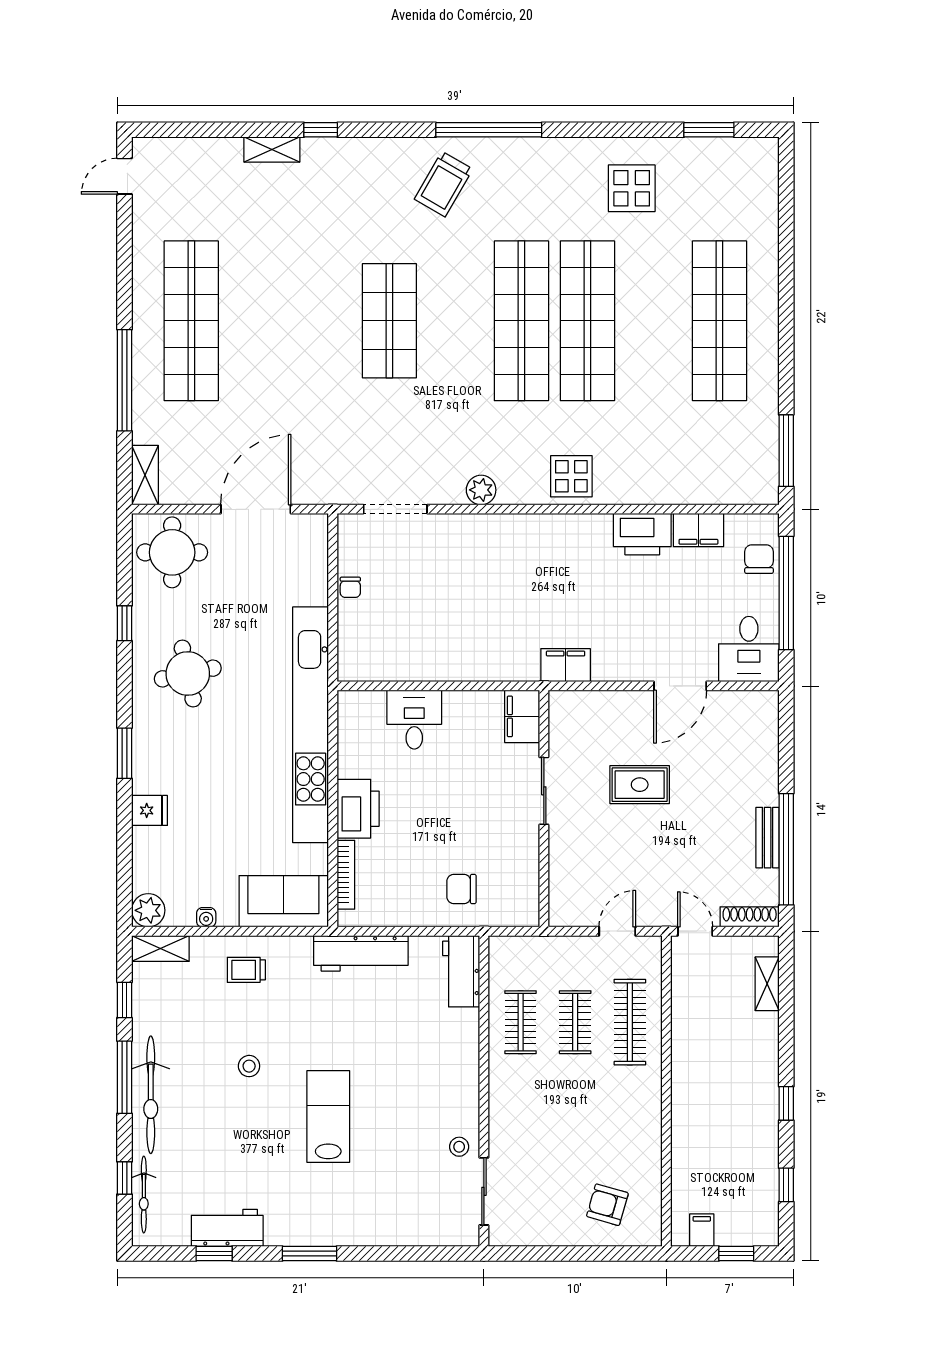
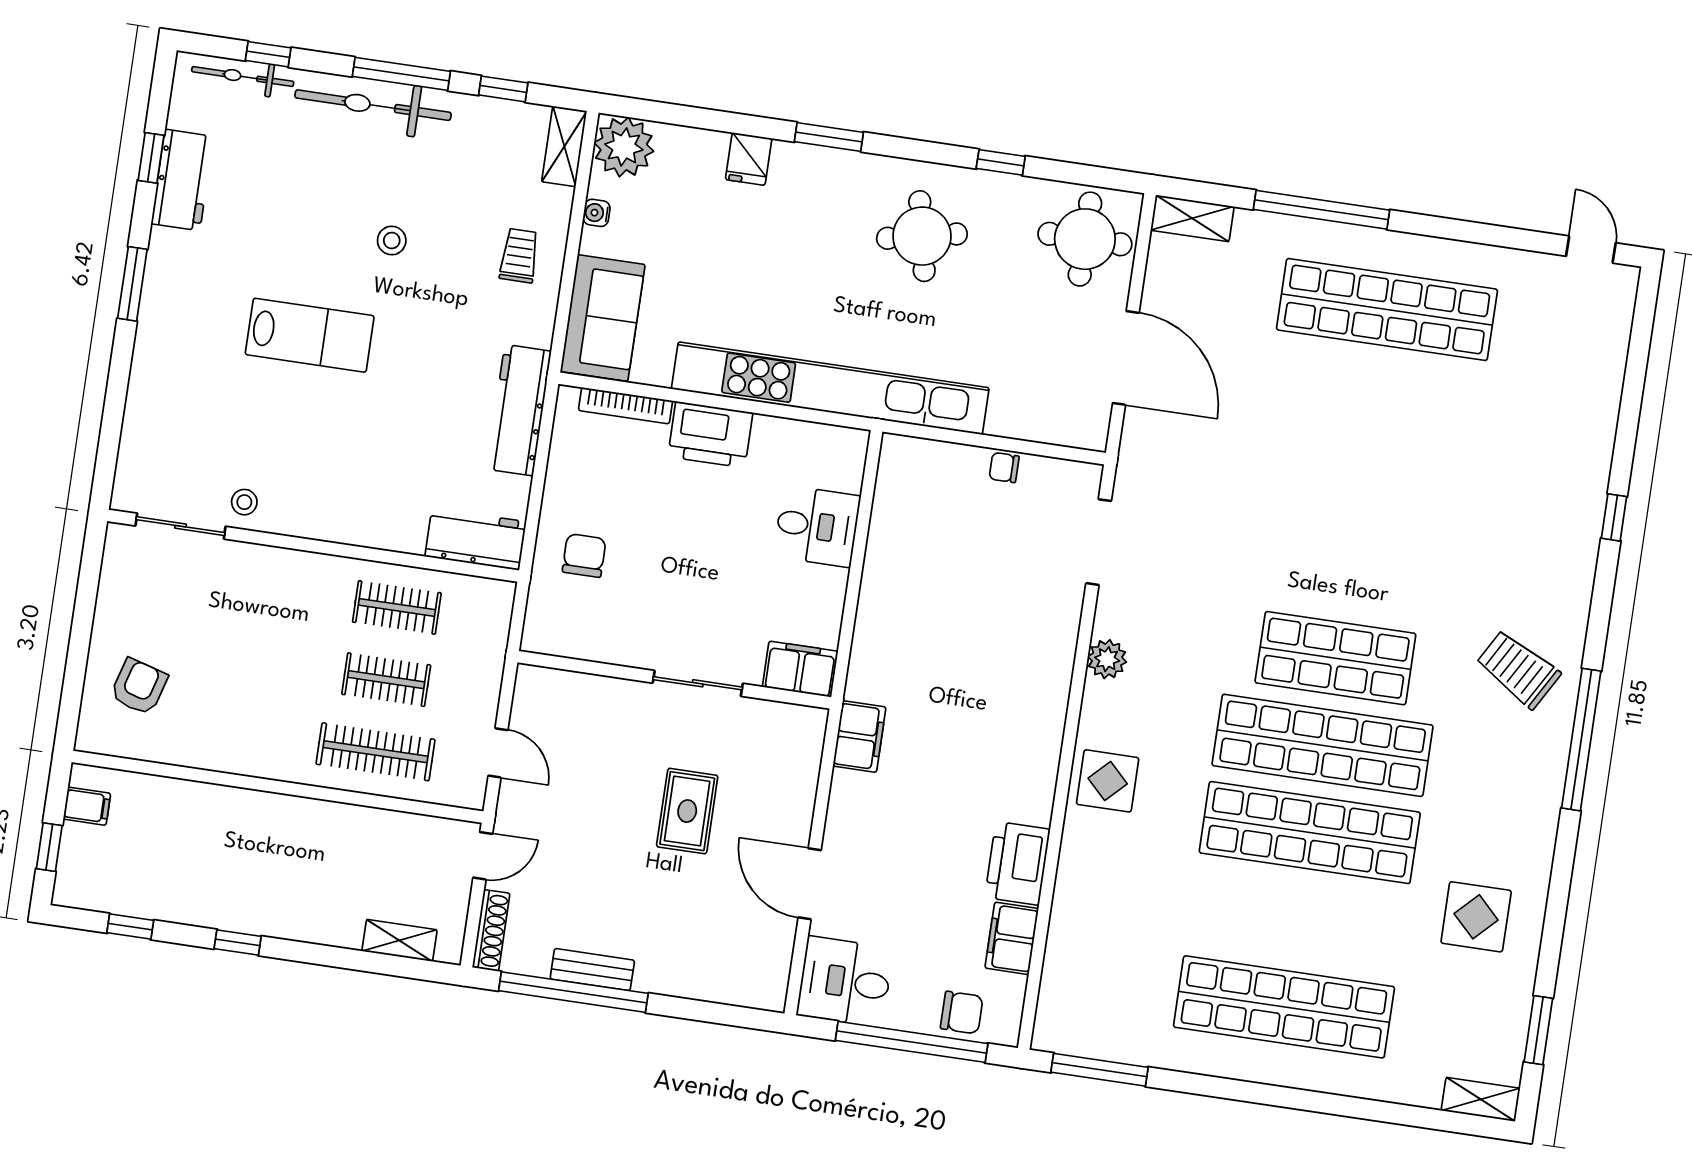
shelving: (272, 149) -> (1481, 1099), moved, turned 90
shop shelf: (389, 321) -> (1335, 658), moved
plant: (148, 910) -> (624, 147), width x1.36, depth x1.36

